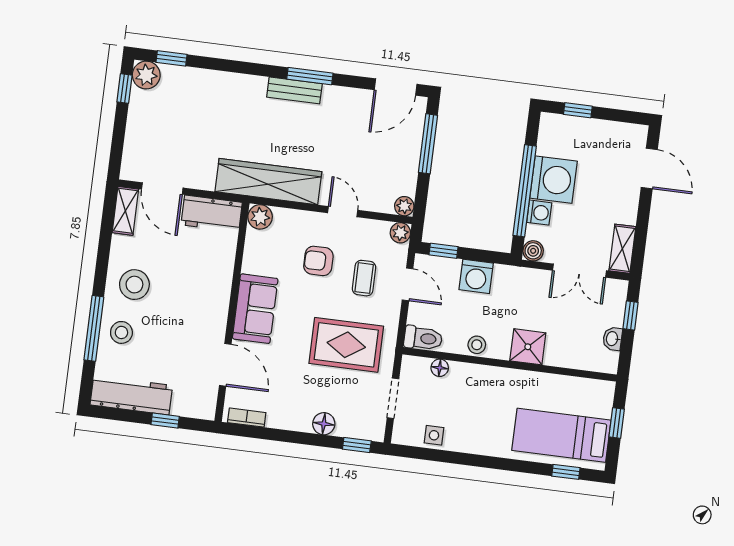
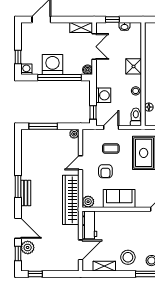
plant: (146, 75) -> (28, 247), moved
door: (396, 87) -> (18, 228), moved
shelving: (125, 211) -> (104, 266), moved
washing machine: (539, 213) -> (26, 69), moved
plant: (400, 233) -> (87, 134), removed
sofa: (255, 309) -> (119, 198), moved

